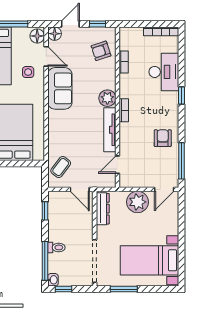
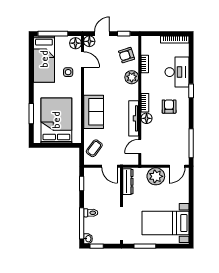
sofa: (60, 88) -> (94, 112), moved
plant: (107, 98) -> (132, 77), moved
floor lamp: (126, 130) -> (147, 118), added
armchair: (163, 138) -> (169, 107), moved

